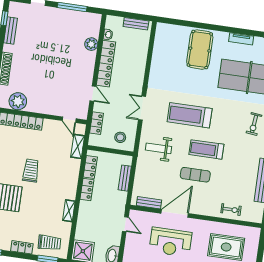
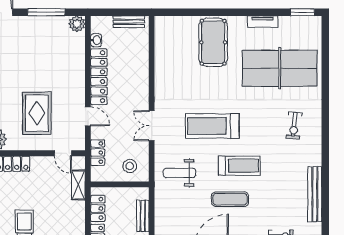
plant: (91, 44) -> (77, 24), moved
rug: (53, 85) -> (37, 113), added
treadmill: (206, 149) -> (239, 166), turned 180

